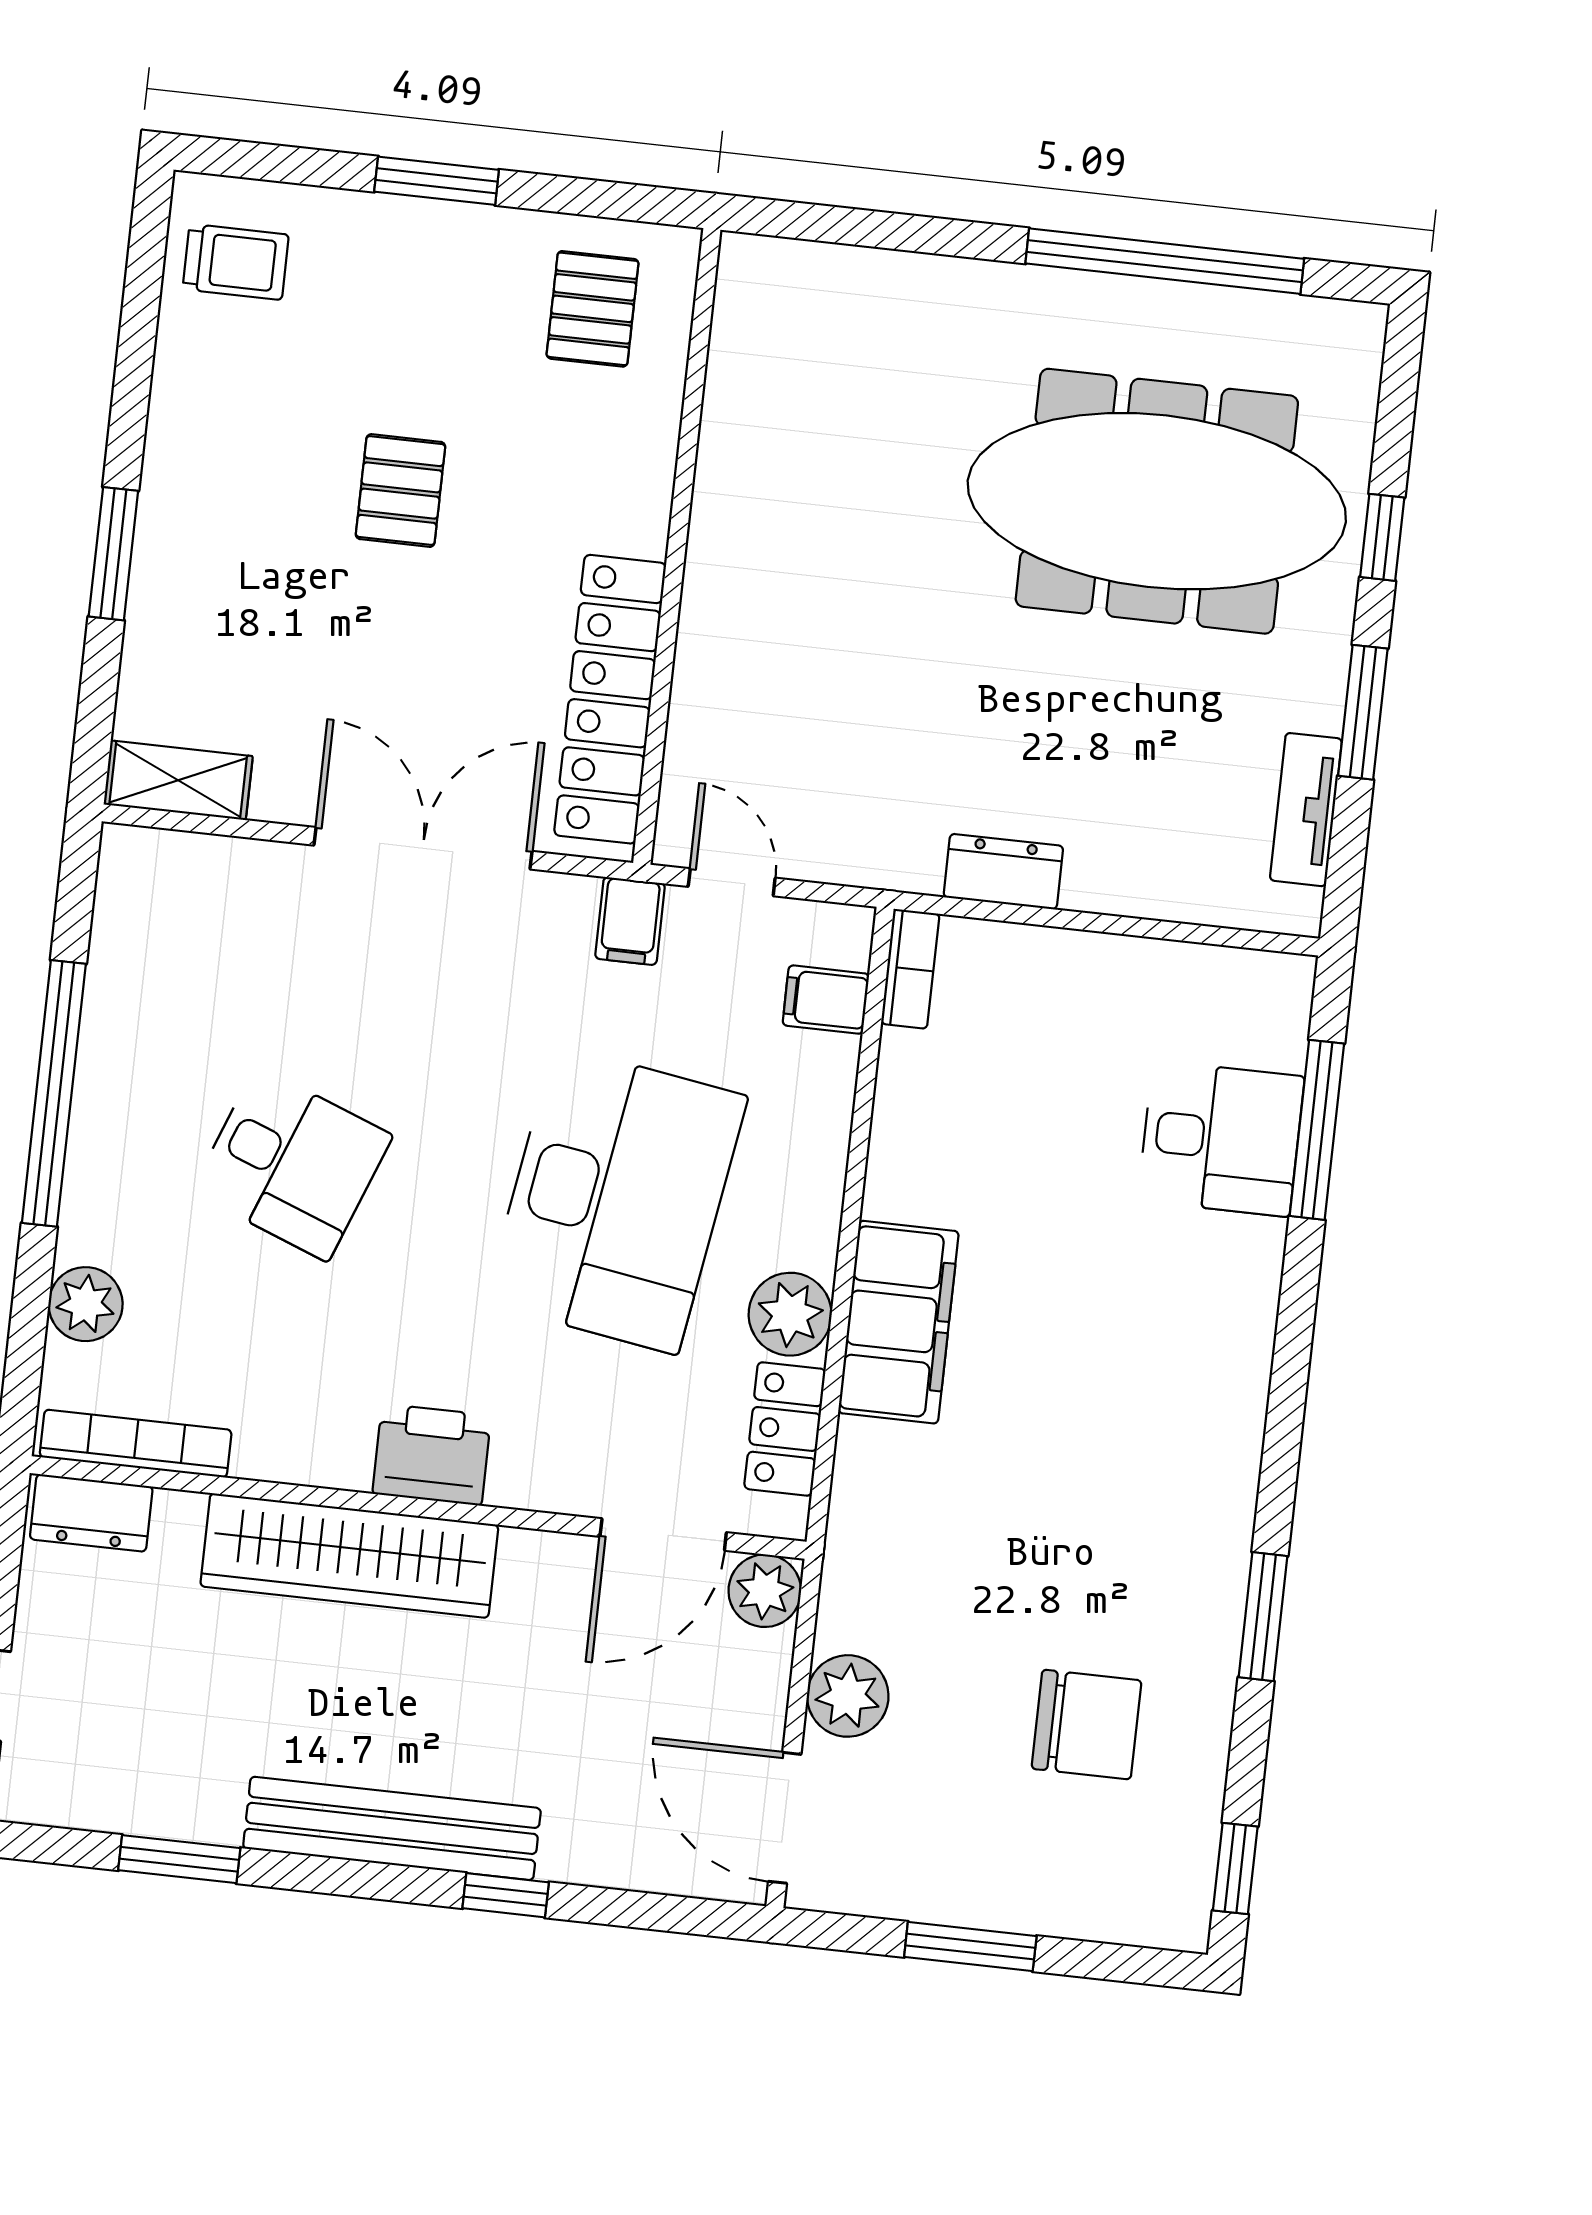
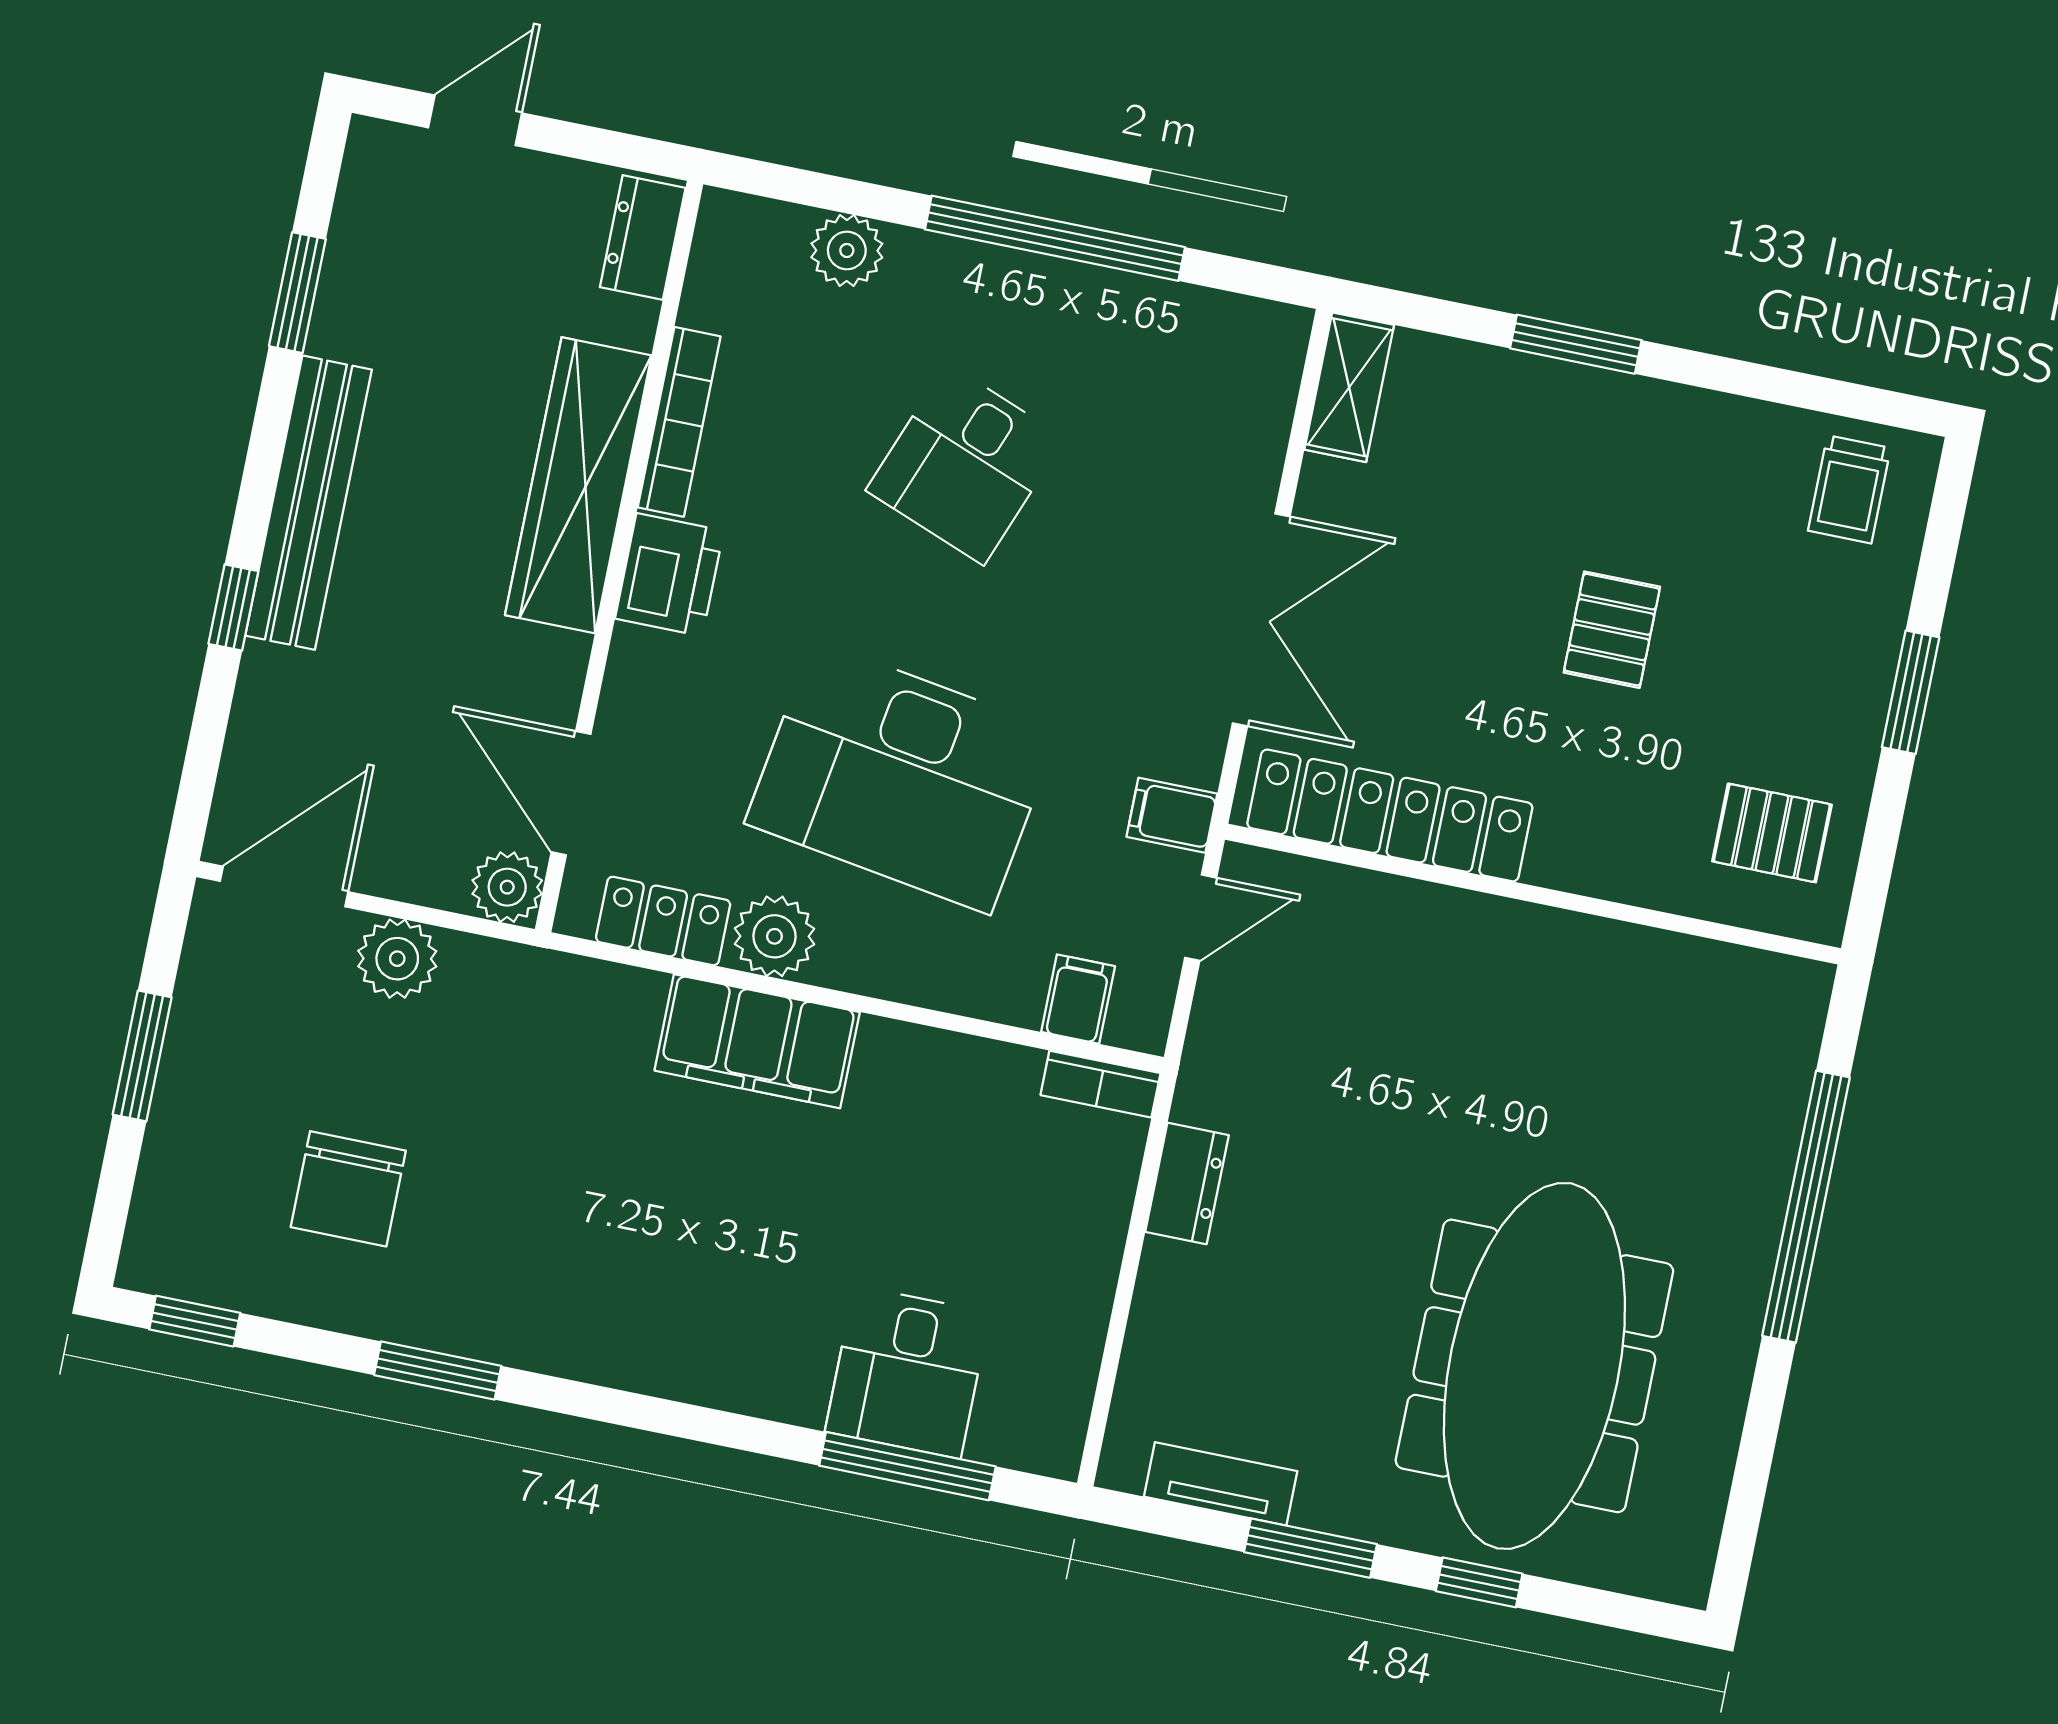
window: (1165, 261) -> (1806, 1207), moved
pallet: (400, 491) -> (1612, 630), turned 90
bookcase: (136, 1444) -> (679, 422), moved

